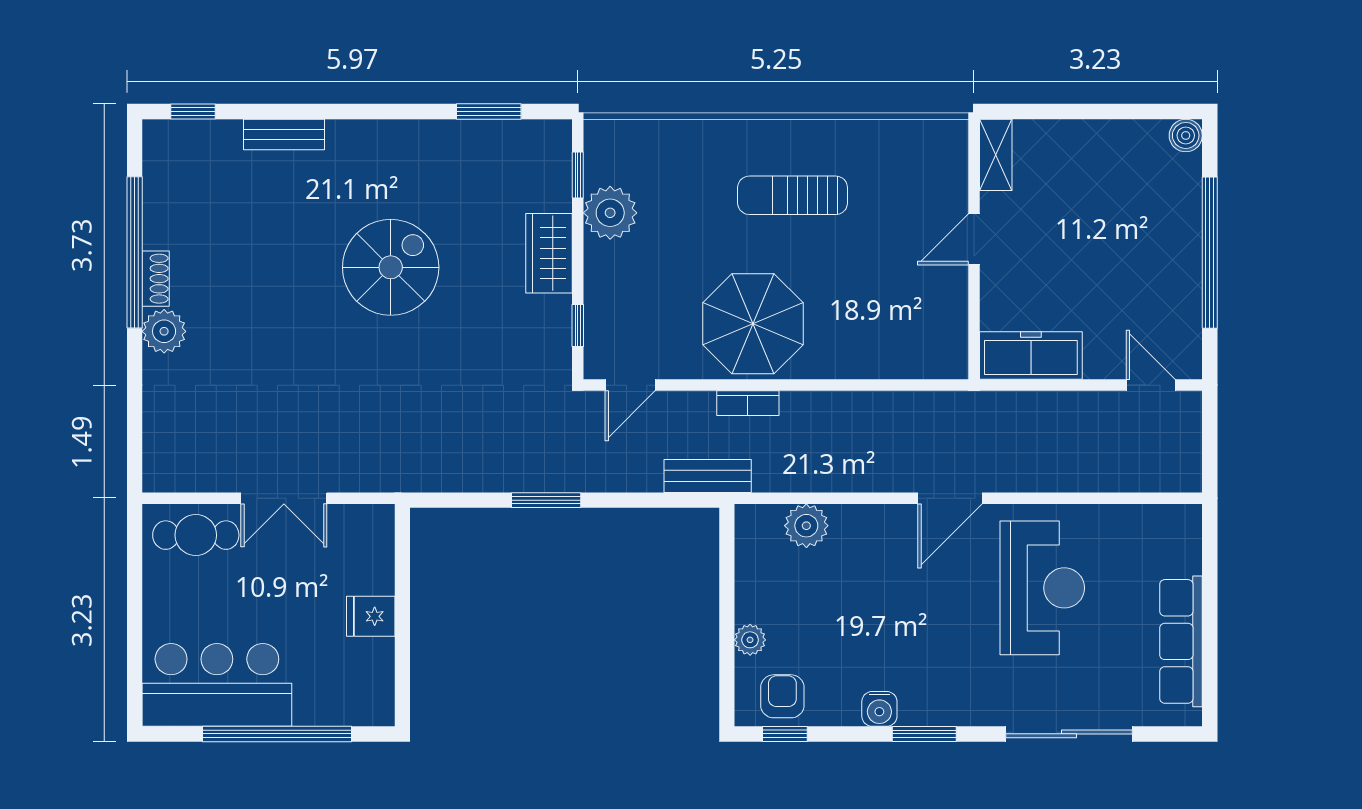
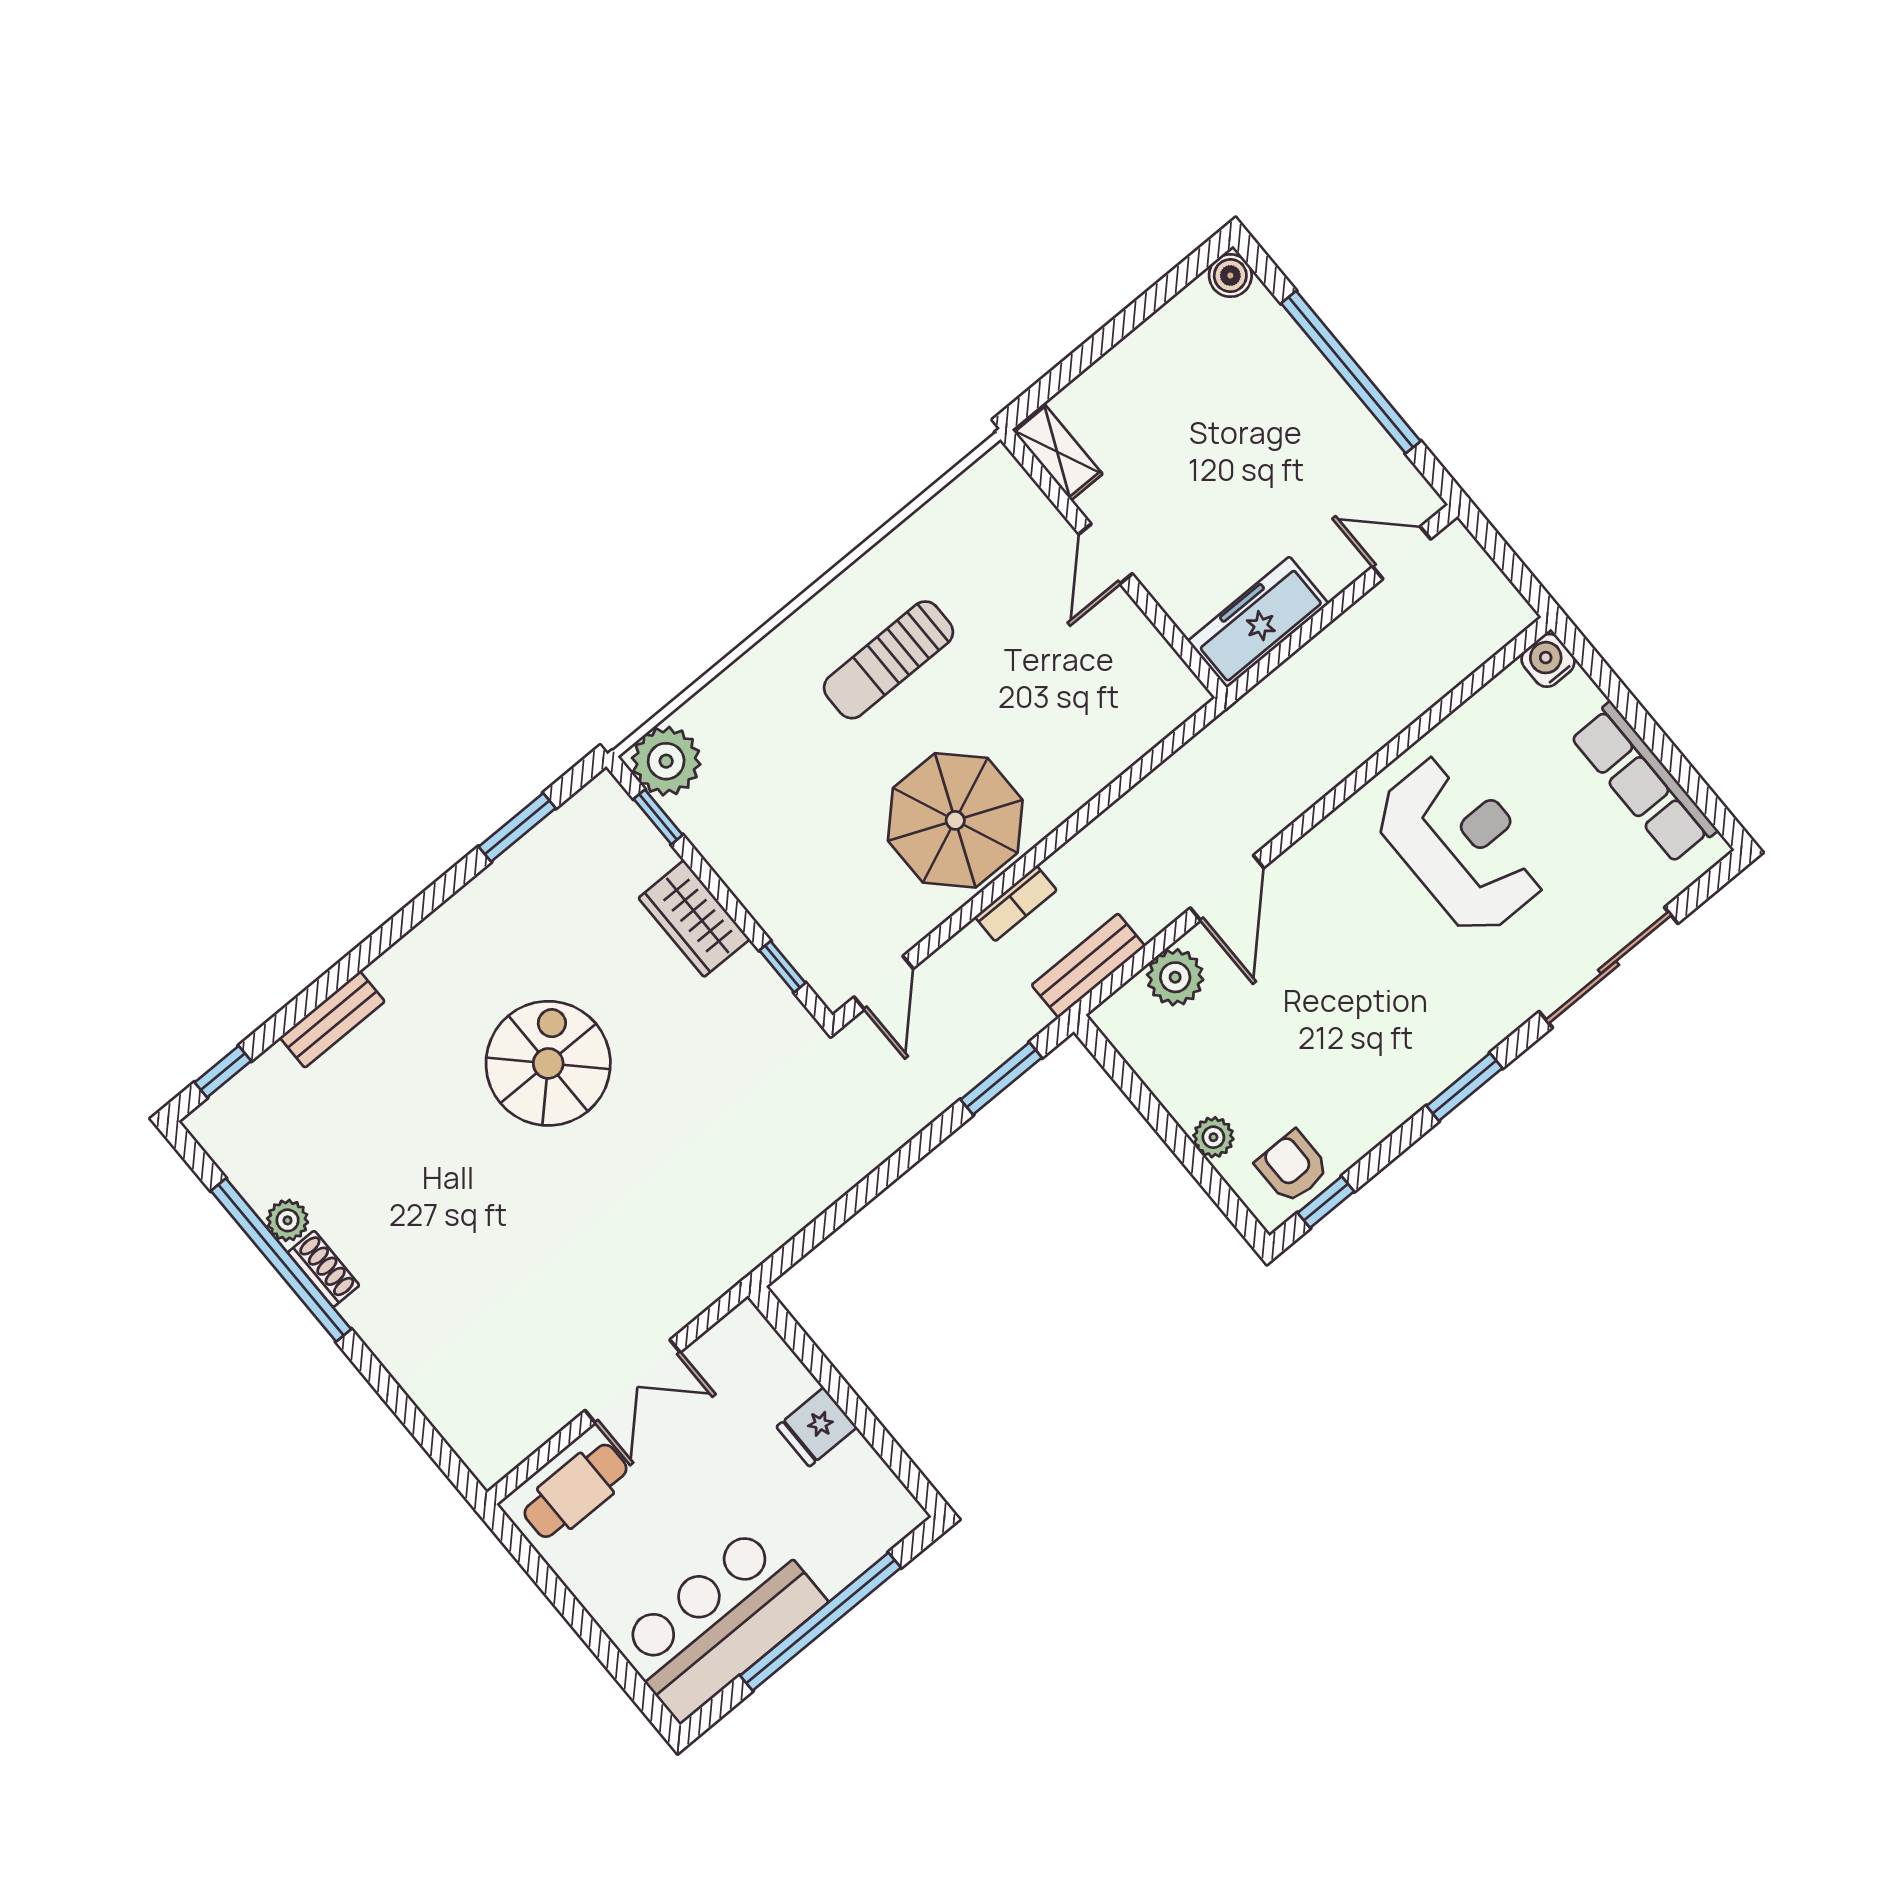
plant: (610, 213) -> (666, 761), moved
plant: (164, 331) -> (288, 1220), moved, width x0.73, depth x0.73
bench: (708, 476) -> (1088, 966), moved
door: (950, 498) -> (1227, 888), moved
window: (546, 500) -> (1001, 1079), moved
water cooler: (879, 709) -> (1548, 660), moved, turned 180

